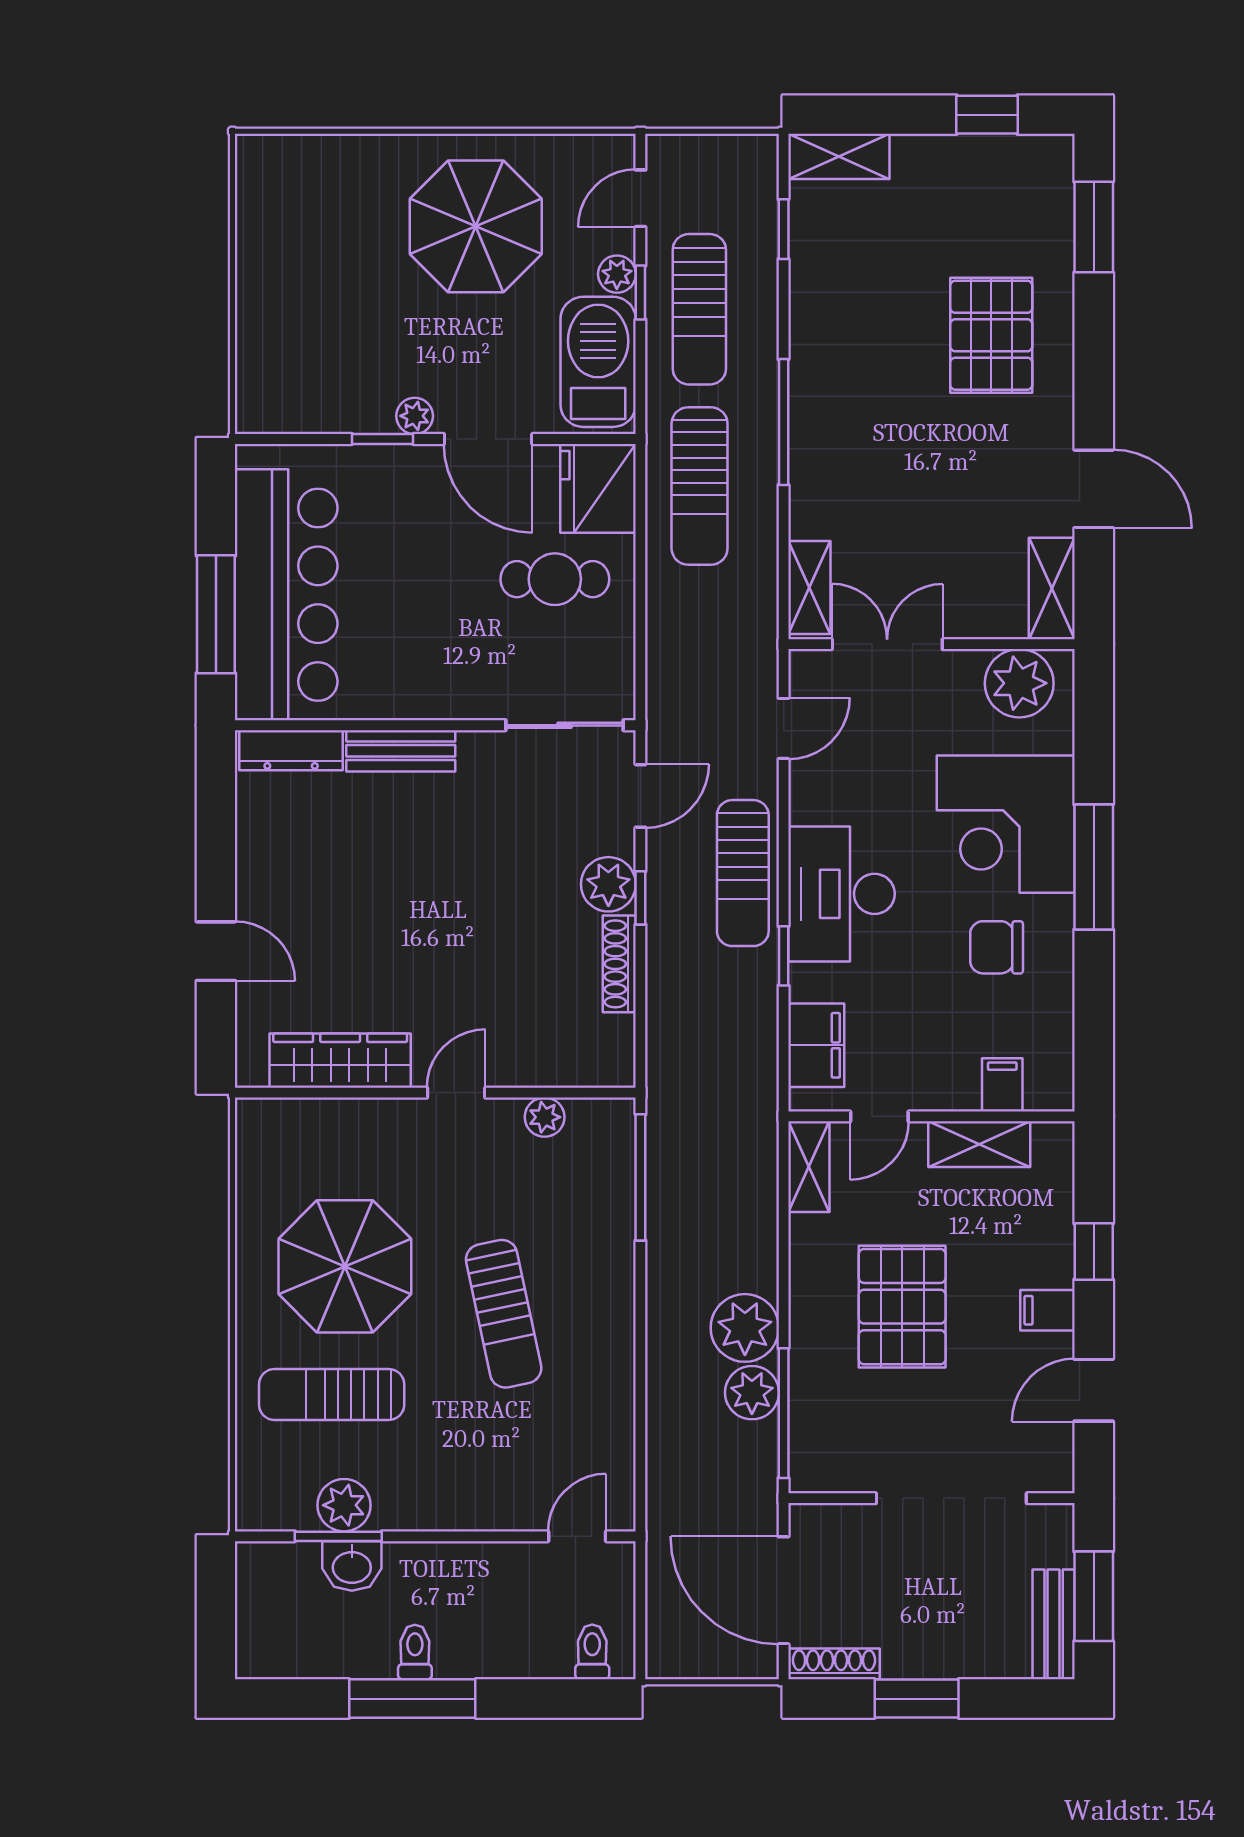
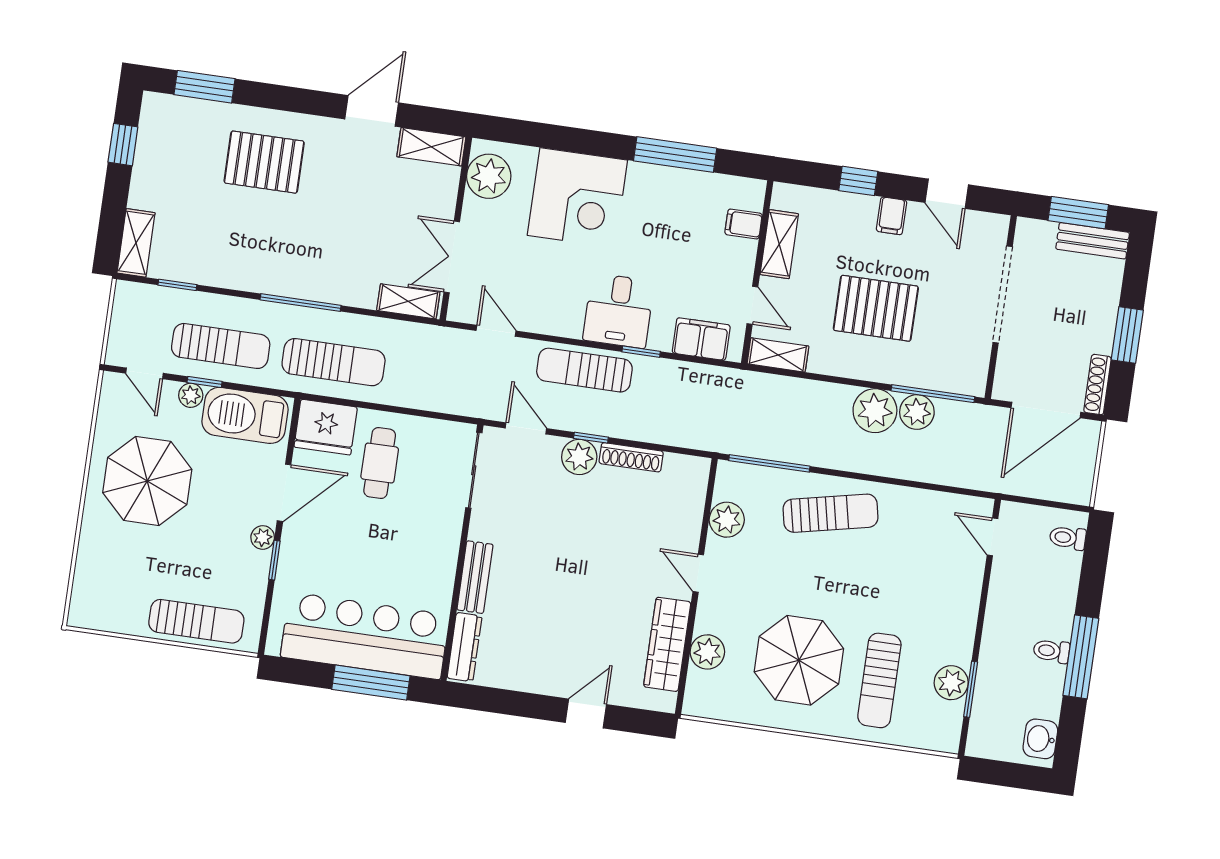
sun lounger: (271, 333) -> (196, 621), added
window: (1094, 867) -> (675, 155), moved
sun lounger: (743, 873) -> (584, 370), turned 180
desk: (841, 894) -> (619, 311), width x0.73
chair: (997, 947) -> (655, 215), removed
plant: (545, 1117) -> (727, 520), width x1.38, depth x1.38
plant: (337, 1124) -> (707, 652), added
sun lounger: (504, 1314) -> (830, 513), moved
washbasin: (352, 1566) -> (1040, 739), moved, turned 180

